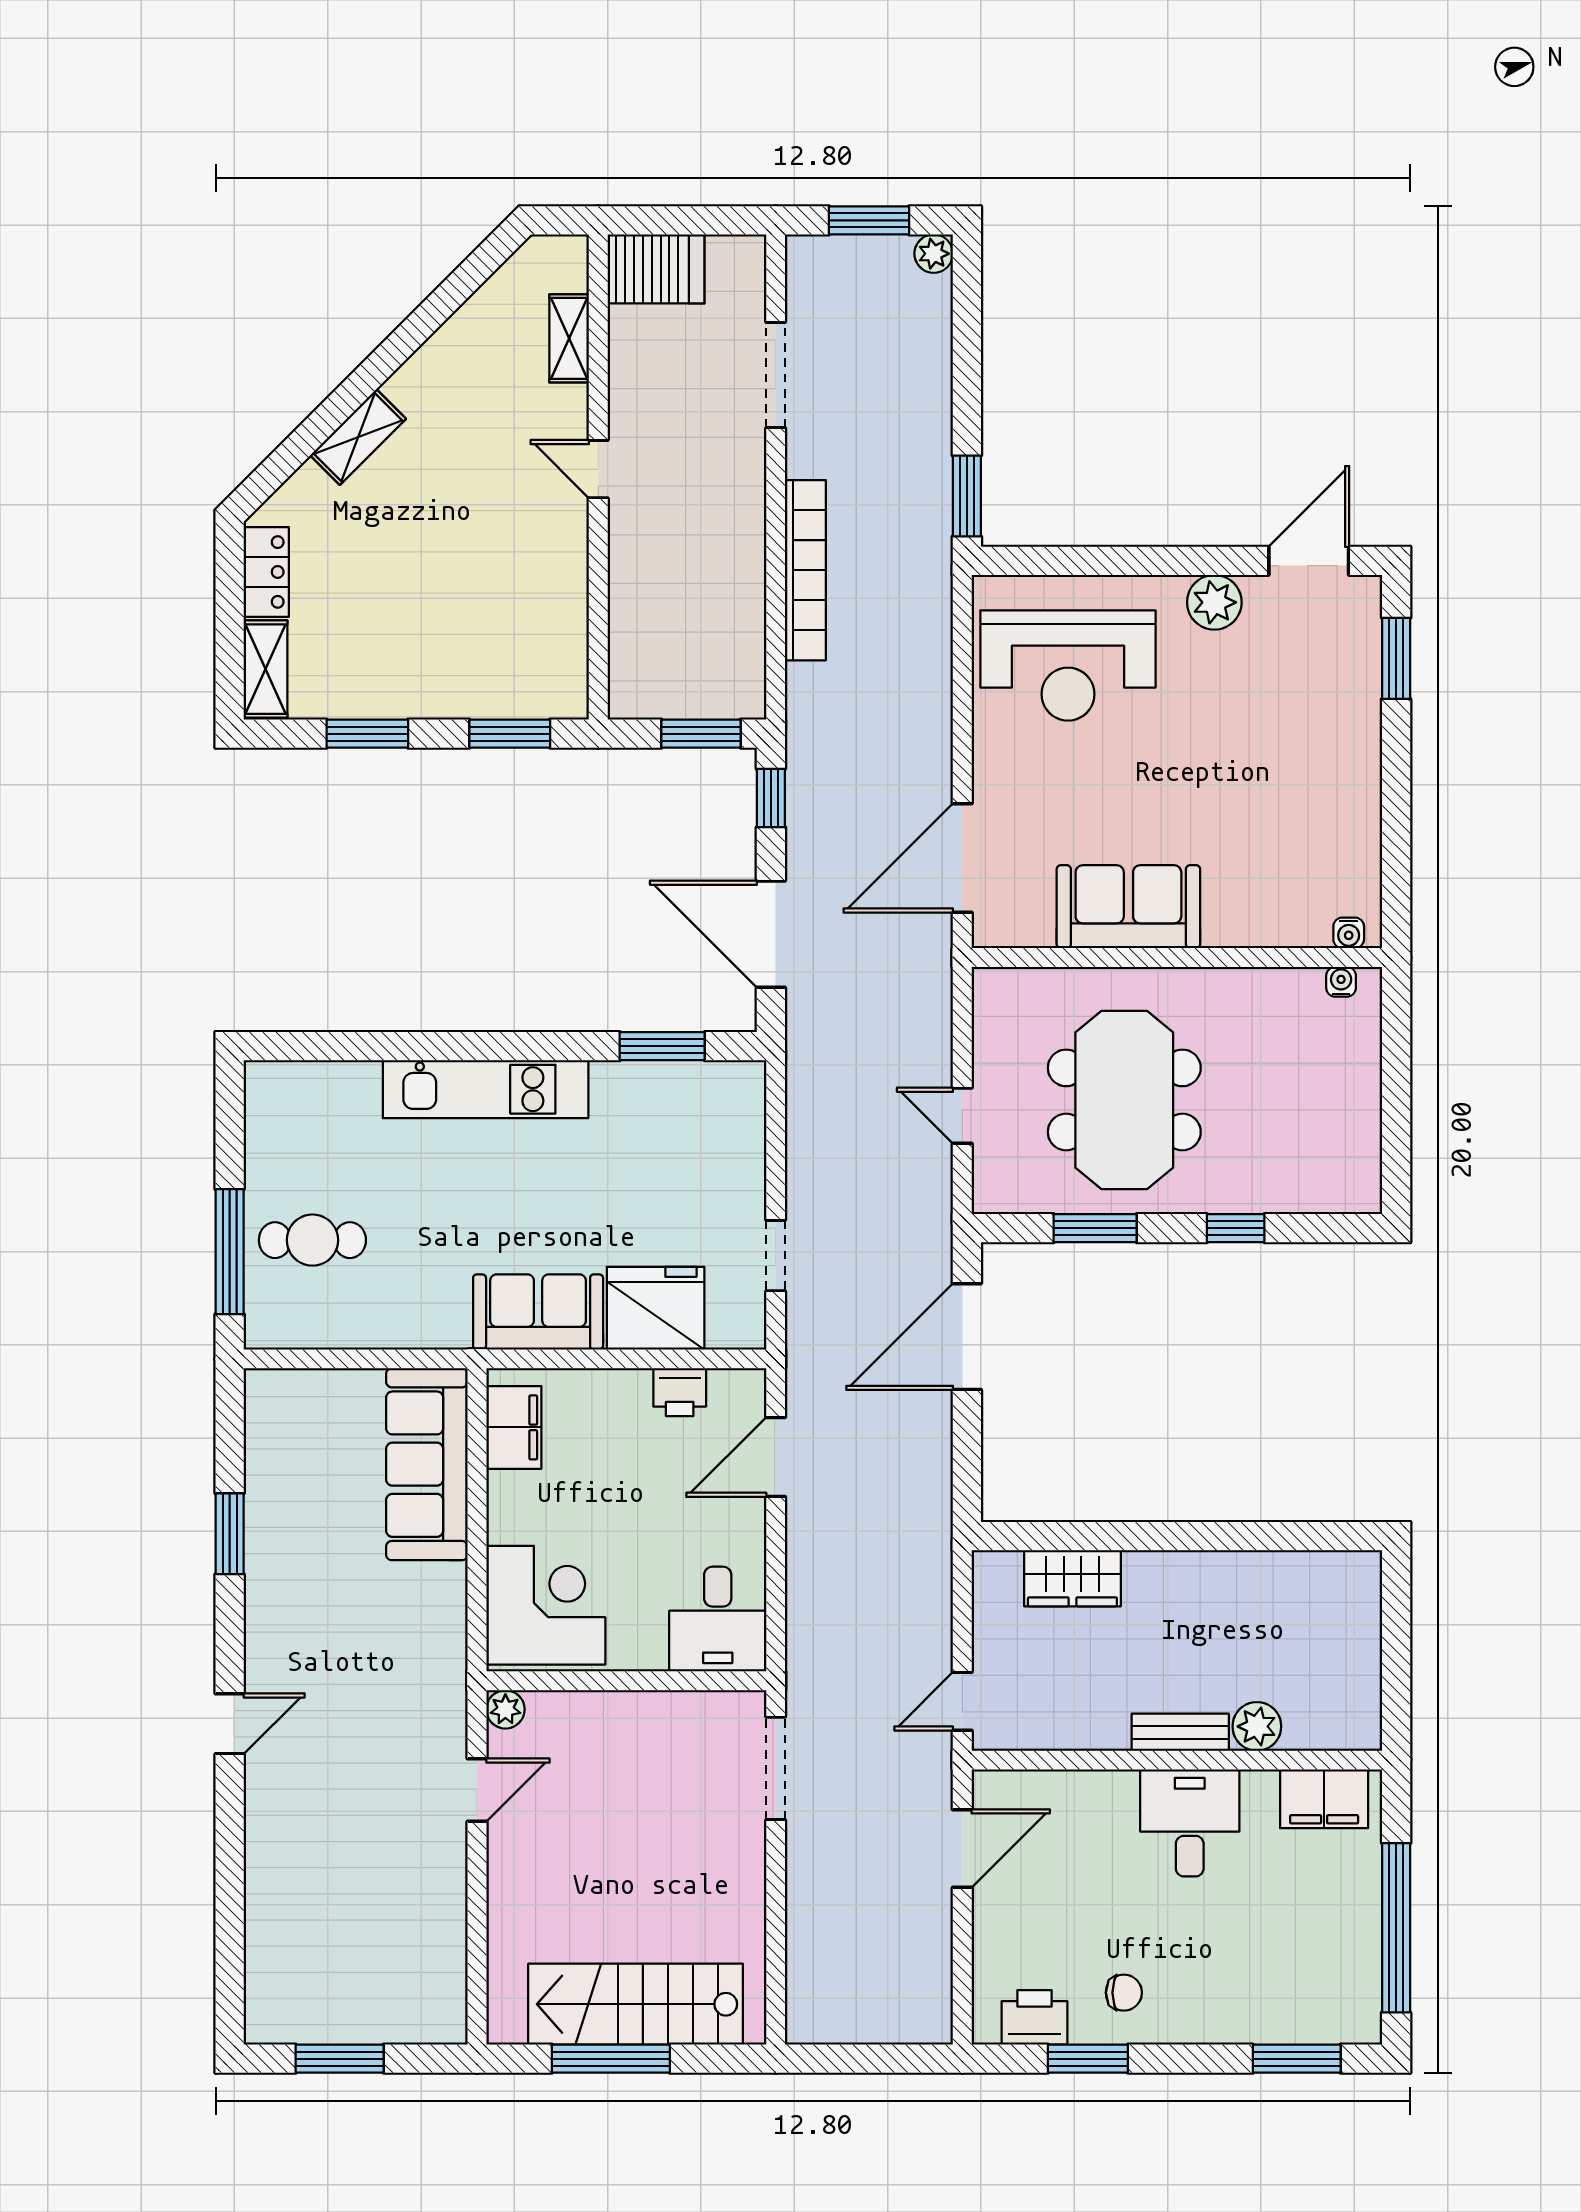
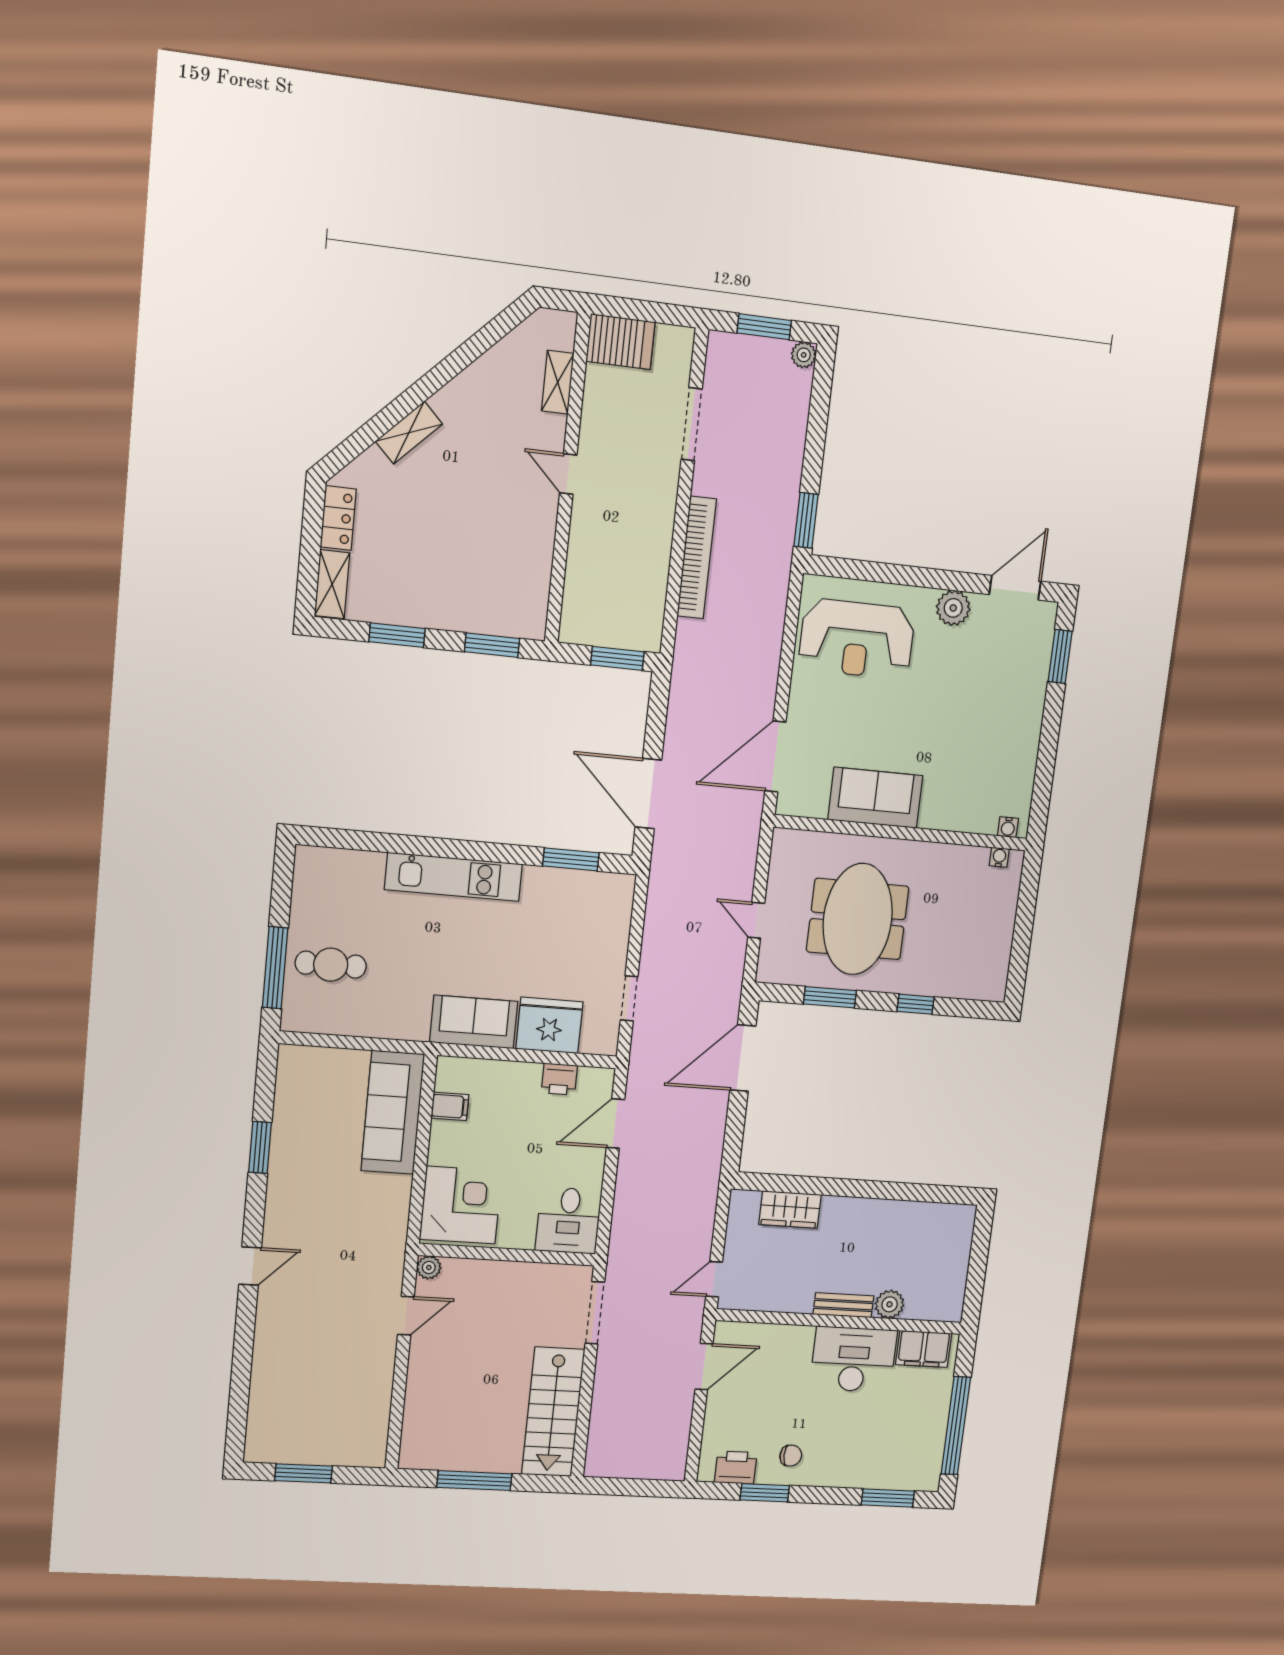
window: (771, 798) -> (658, 705), removed
filing cabinet: (514, 1427) -> (450, 1106), width x0.50
desk: (1190, 1823) -> (853, 1359), width x1.37
stairs: (636, 2004) -> (553, 1412), moved, turned -90

